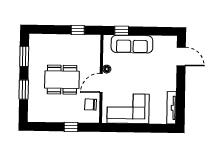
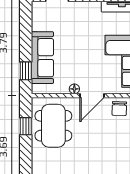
dining table: (62, 80) -> (53, 126), moved
door: (101, 83) -> (92, 96), hinge flipped

